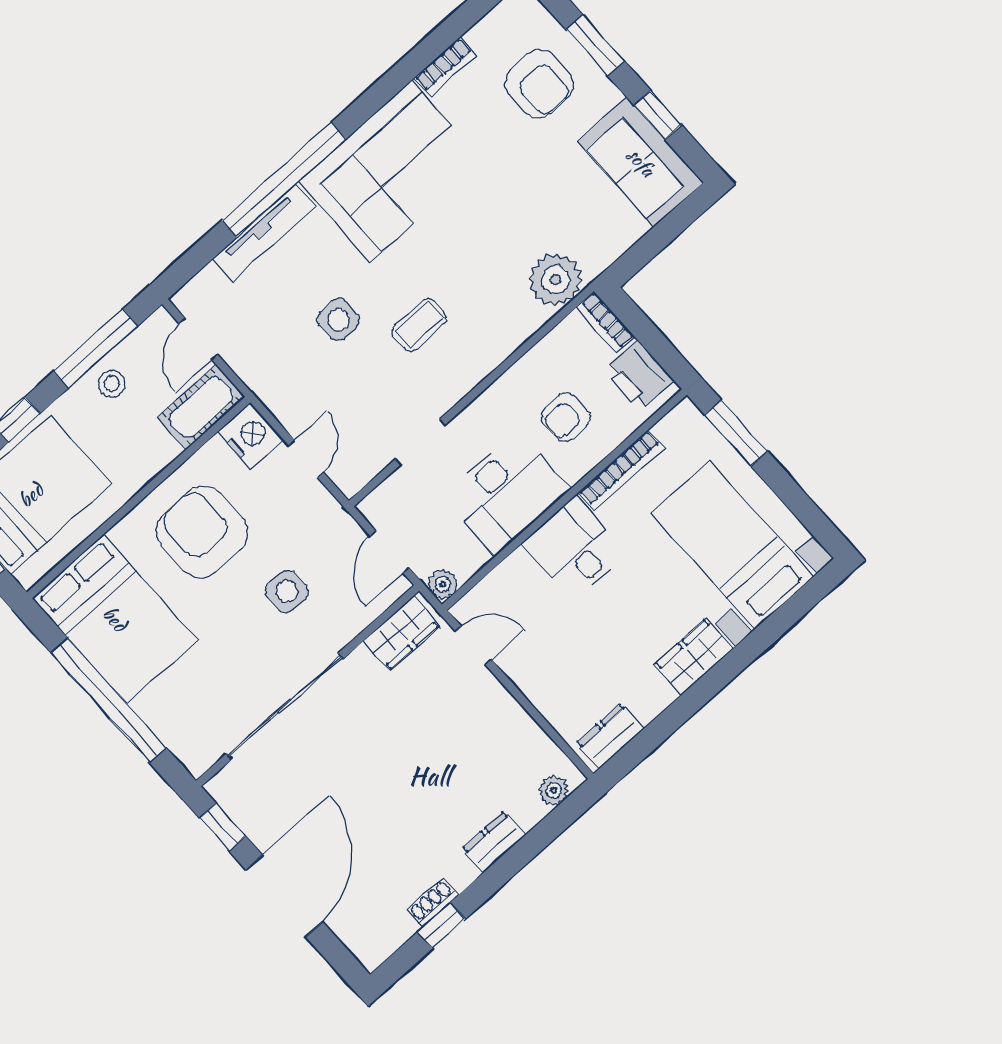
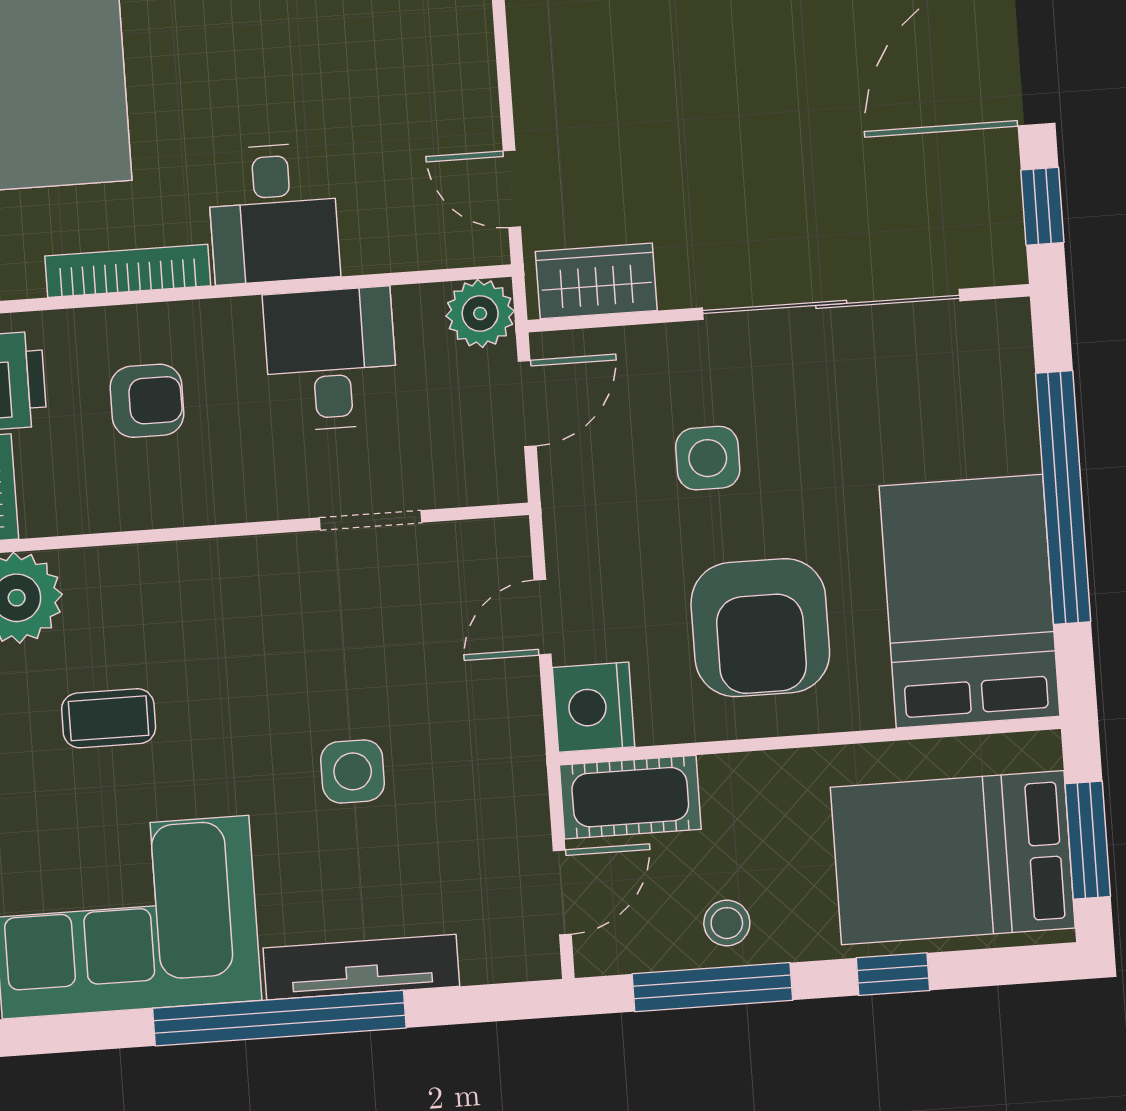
coffee table: (419, 325) -> (109, 718), moved
desk: (506, 493) -> (331, 359), width x0.73
plant: (443, 584) -> (480, 313), width x1.38, depth x1.38

